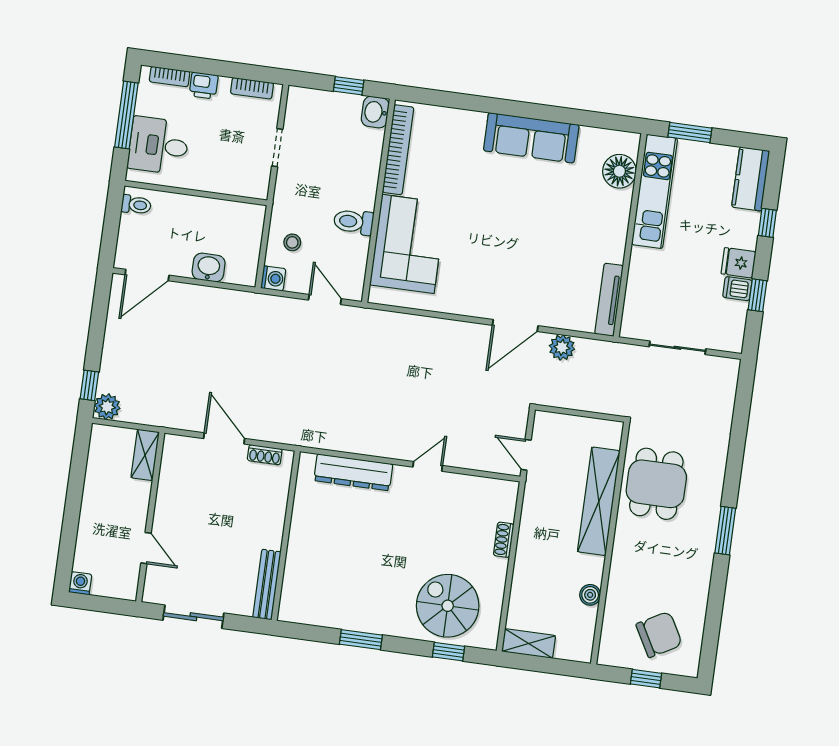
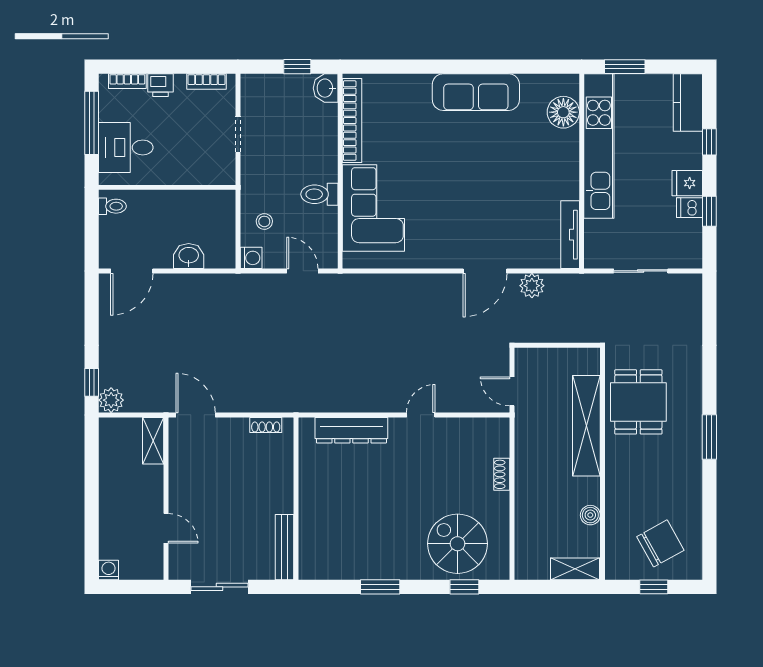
kitchen unit: (654, 191) -> (599, 146), width x1.36
door: (224, 438) -> (196, 415), moved
shelving: (529, 644) -> (575, 569), moved

